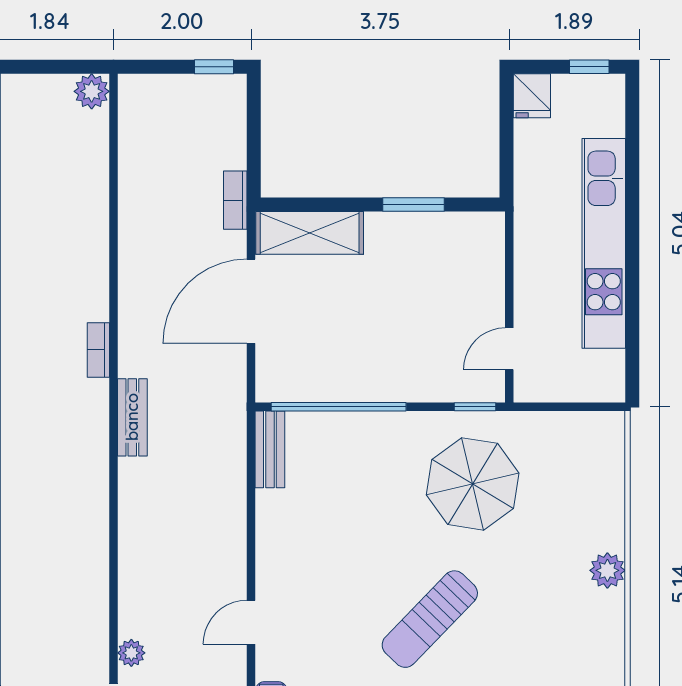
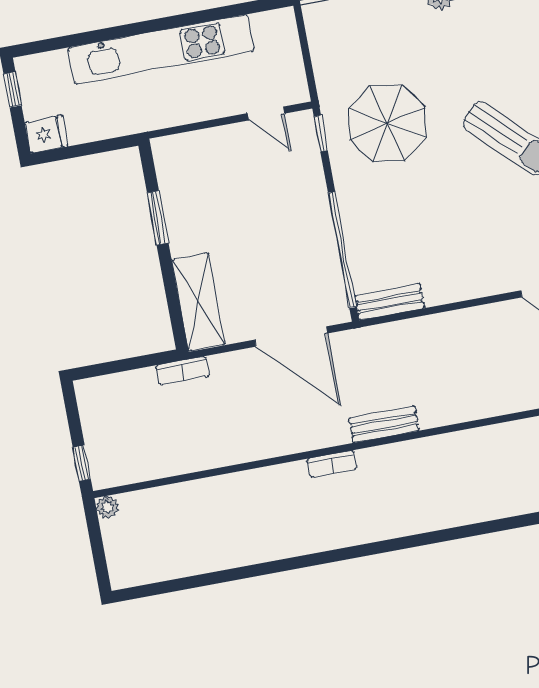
window: (214, 67) -> (82, 463), moved
plant: (92, 91) -> (107, 507), width x0.73, depth x0.73
door: (251, 301) -> (291, 337), moved

